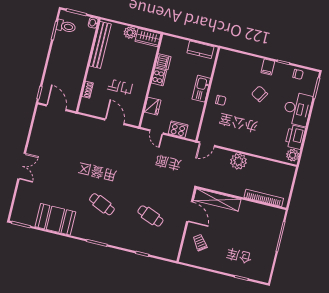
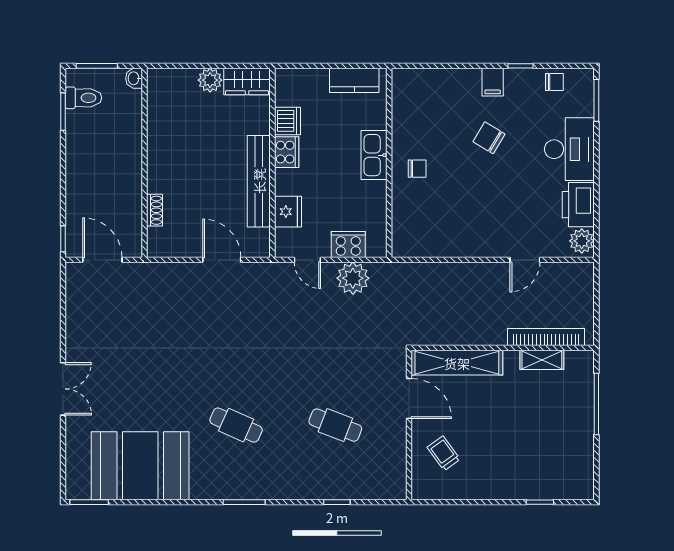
bench: (100, 45) -> (259, 181), moved
door: (207, 144) -> (525, 260), moved
plant: (238, 161) -> (353, 278), moved
shelving: (259, 209) -> (542, 360), added
booth: (55, 219) -> (140, 466), width x1.36, depth x1.42

